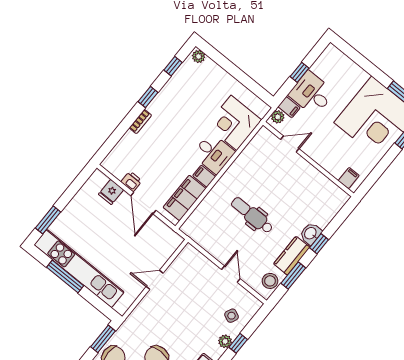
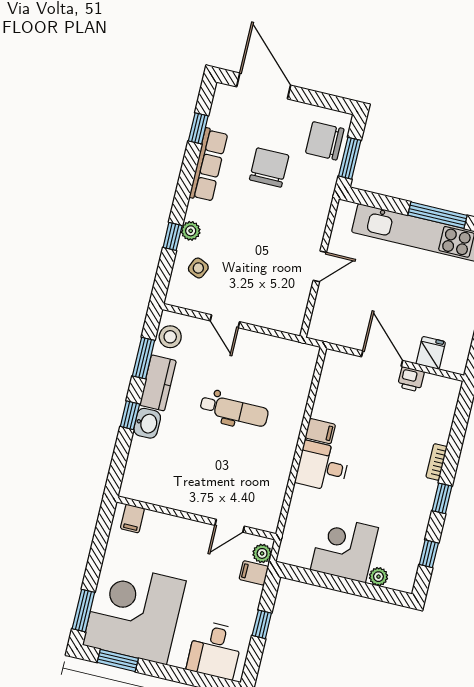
plant: (199, 56) -> (378, 577), moved
desk: (312, 94) -> (215, 650), moved, turned 90
corner desk: (234, 123) -> (344, 549), moved, turned -90
filing cabinet: (185, 198) -> (332, 391), removed

